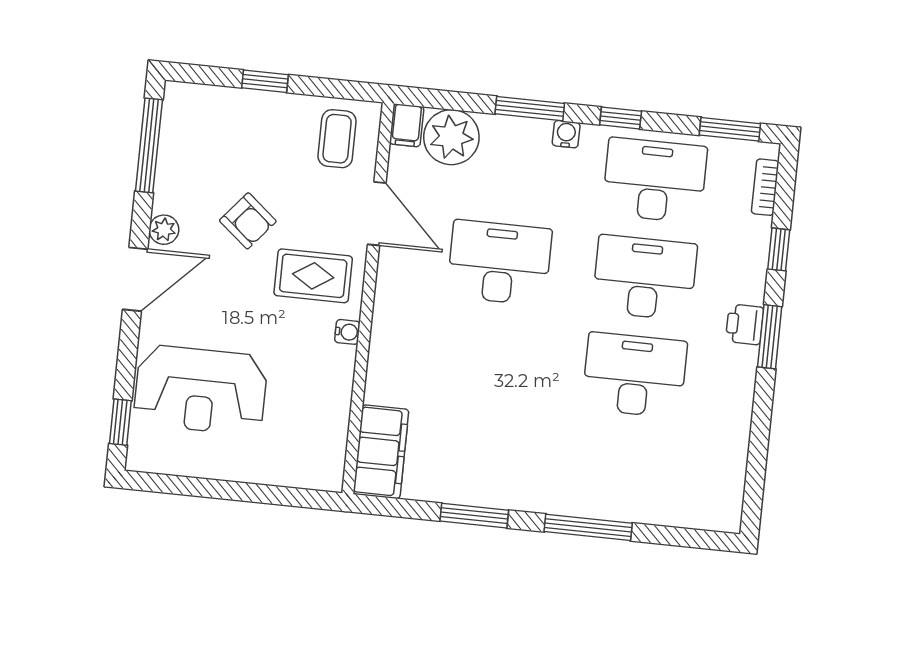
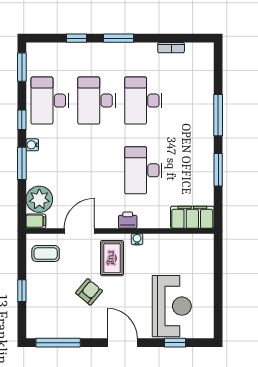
bookcase: (765, 187) -> (171, 48), moved
plant: (164, 230) -> (97, 331), removed
desk: (499, 263) -> (143, 170), moved
printer: (745, 324) -> (128, 220), moved, turned 180
window: (120, 422) -> (175, 343), moved

